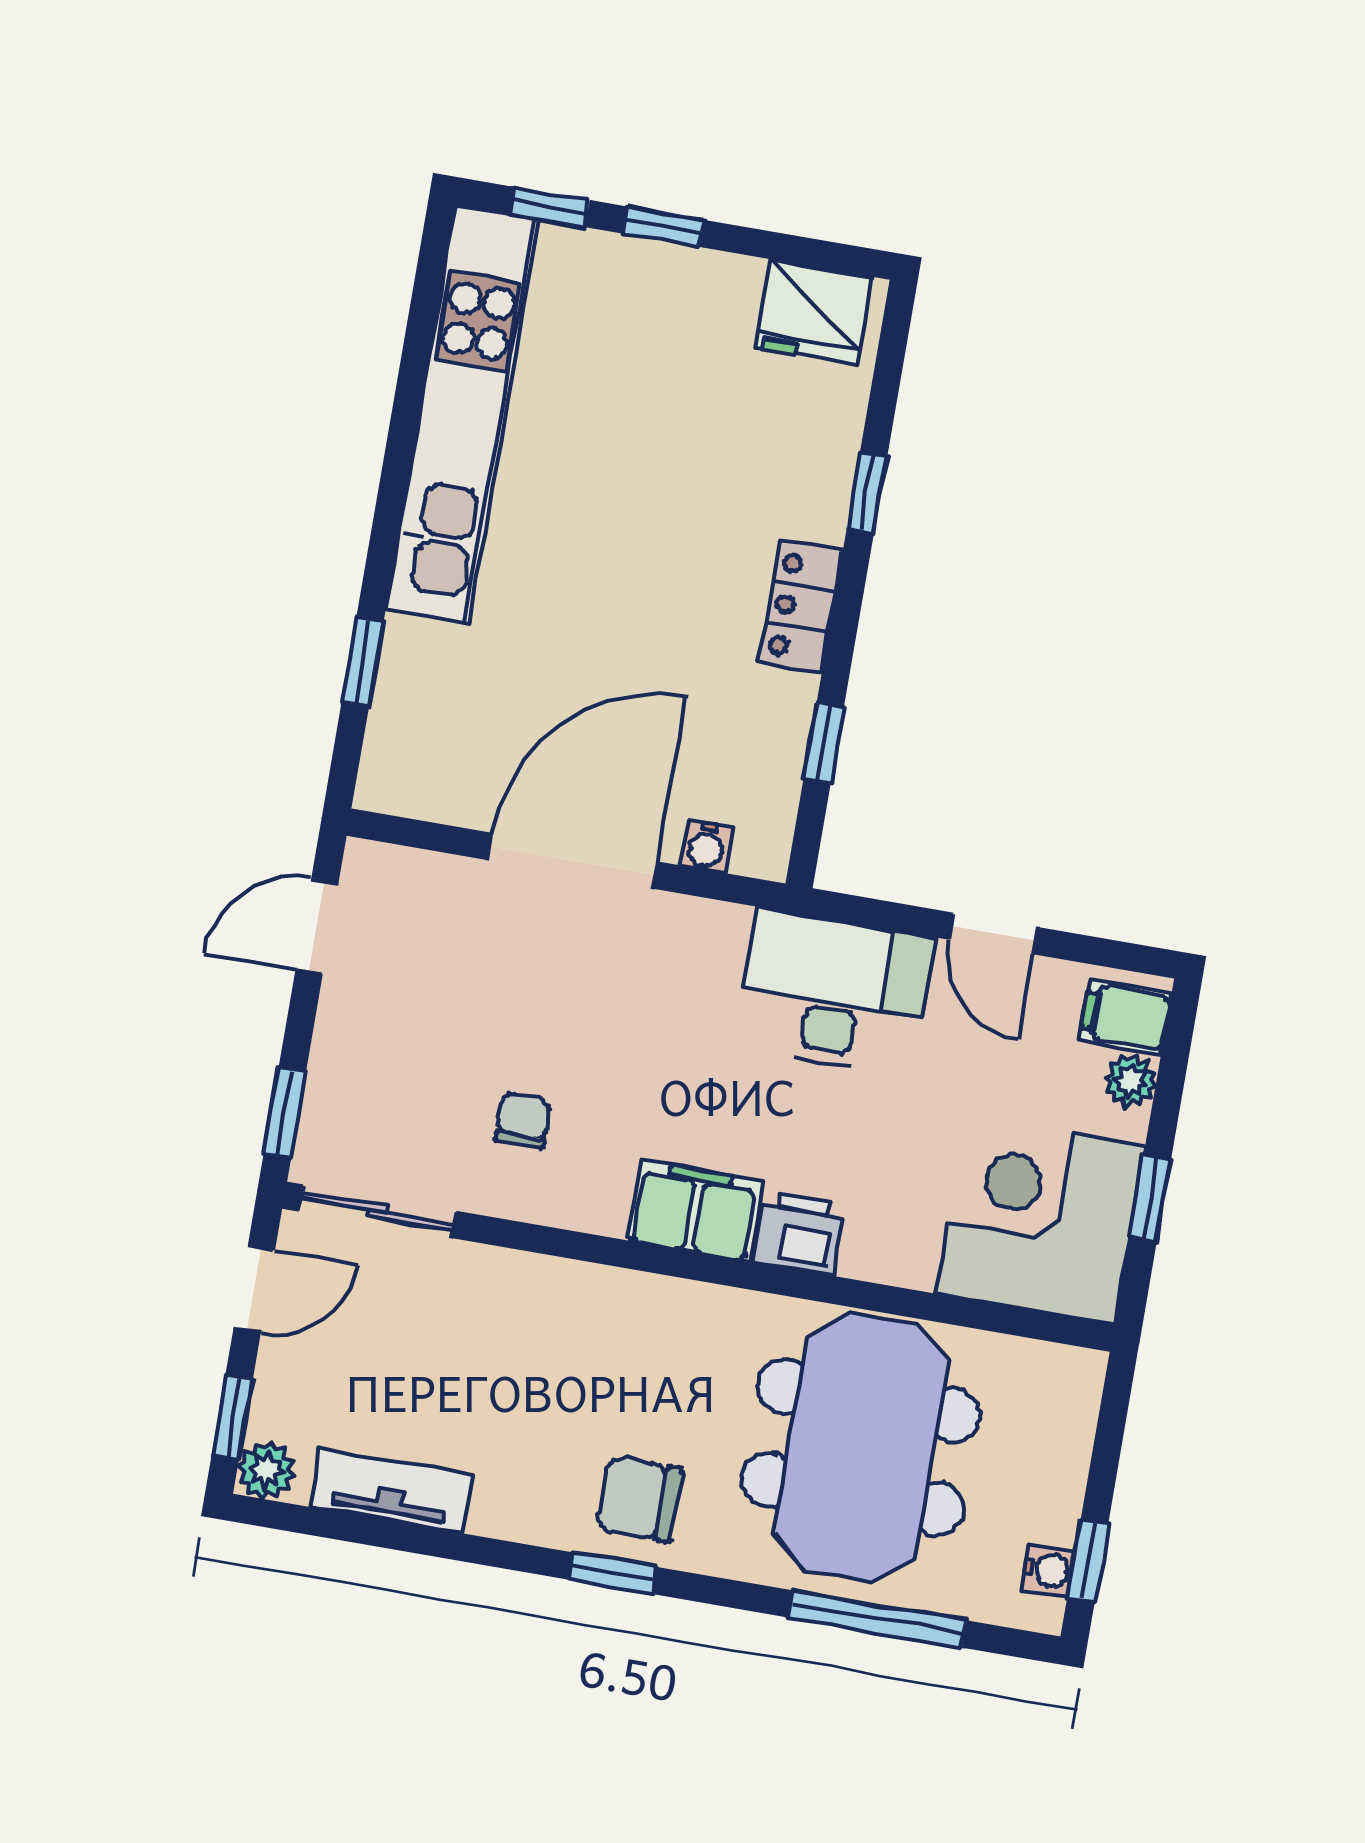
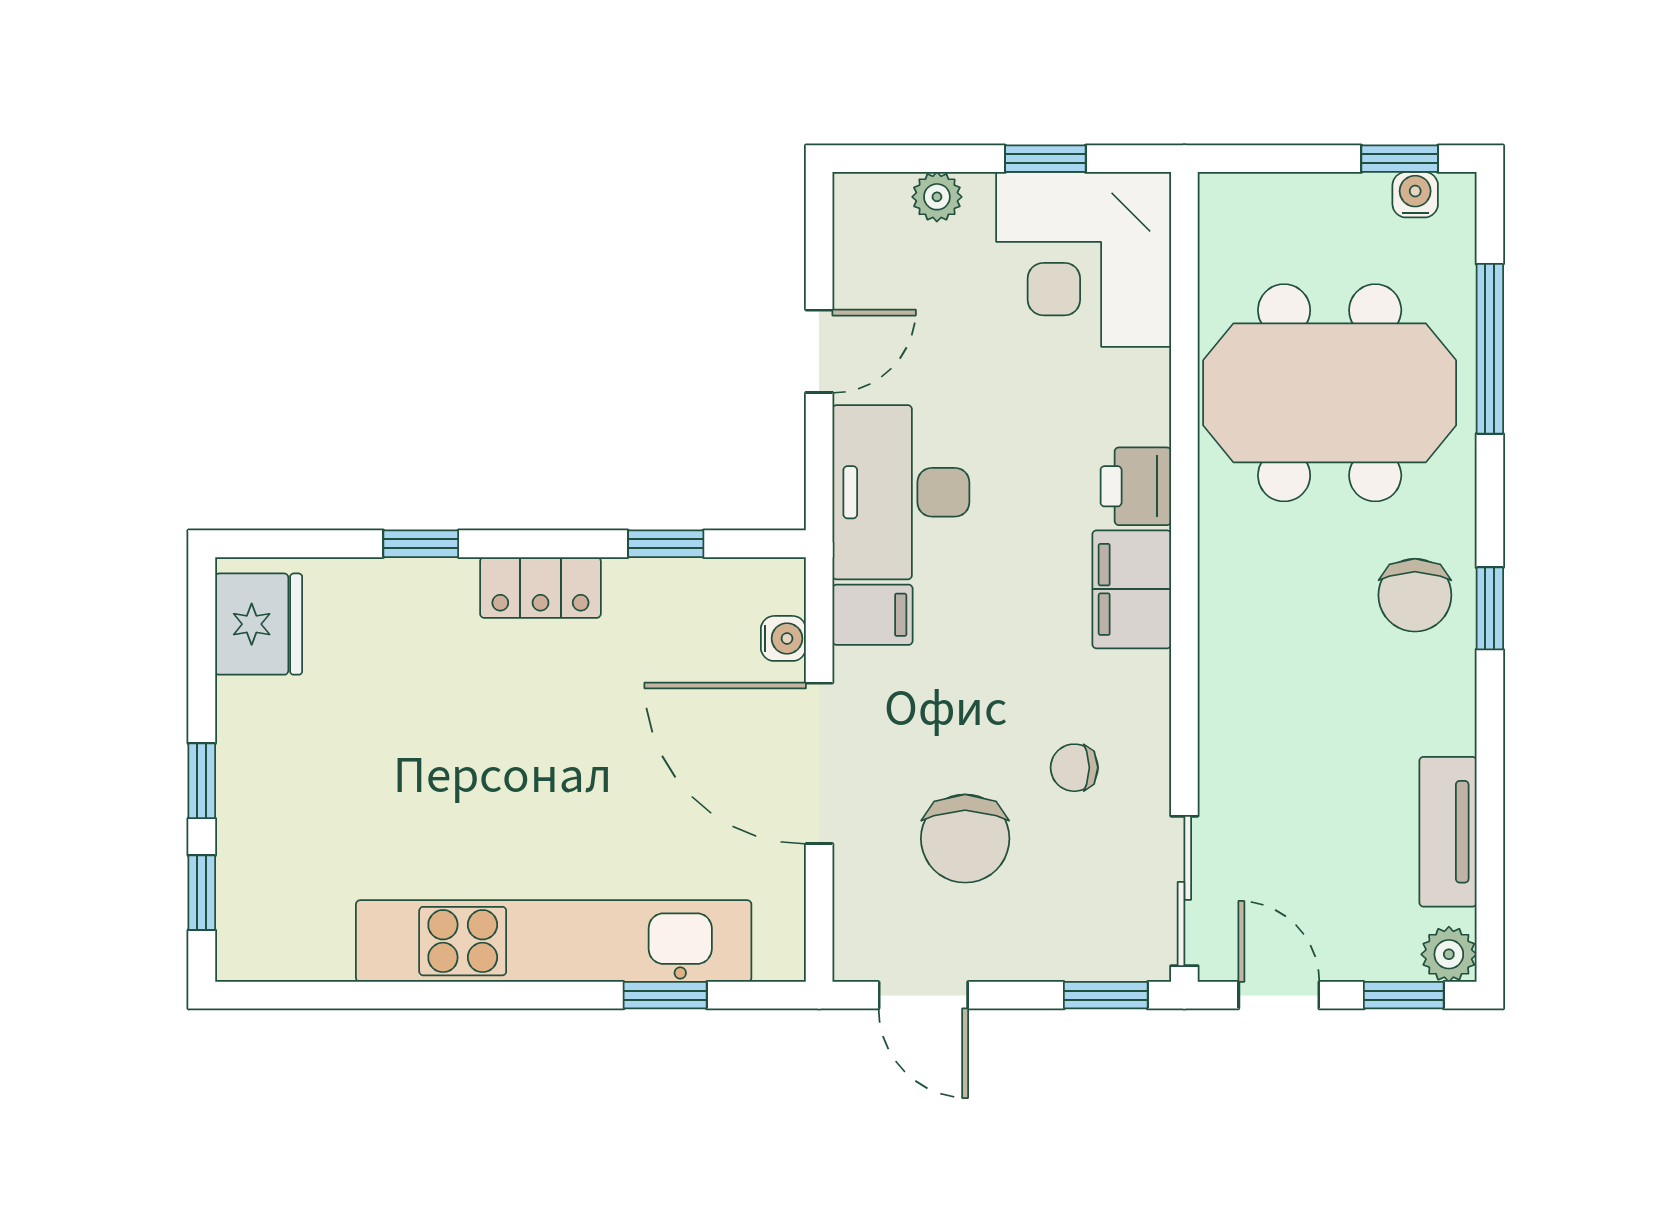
kitchen unit: (462, 414) -> (554, 941), moved
chair: (470, 997) -> (965, 839), added
filing cabinet: (1125, 1017) -> (873, 615), moved, turned -90

